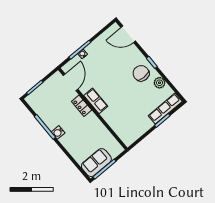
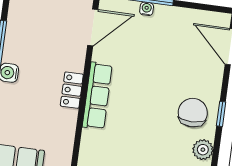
row of seats: (96, 101) -> (97, 96), width x1.48
locker: (82, 106) -> (72, 90), moved

